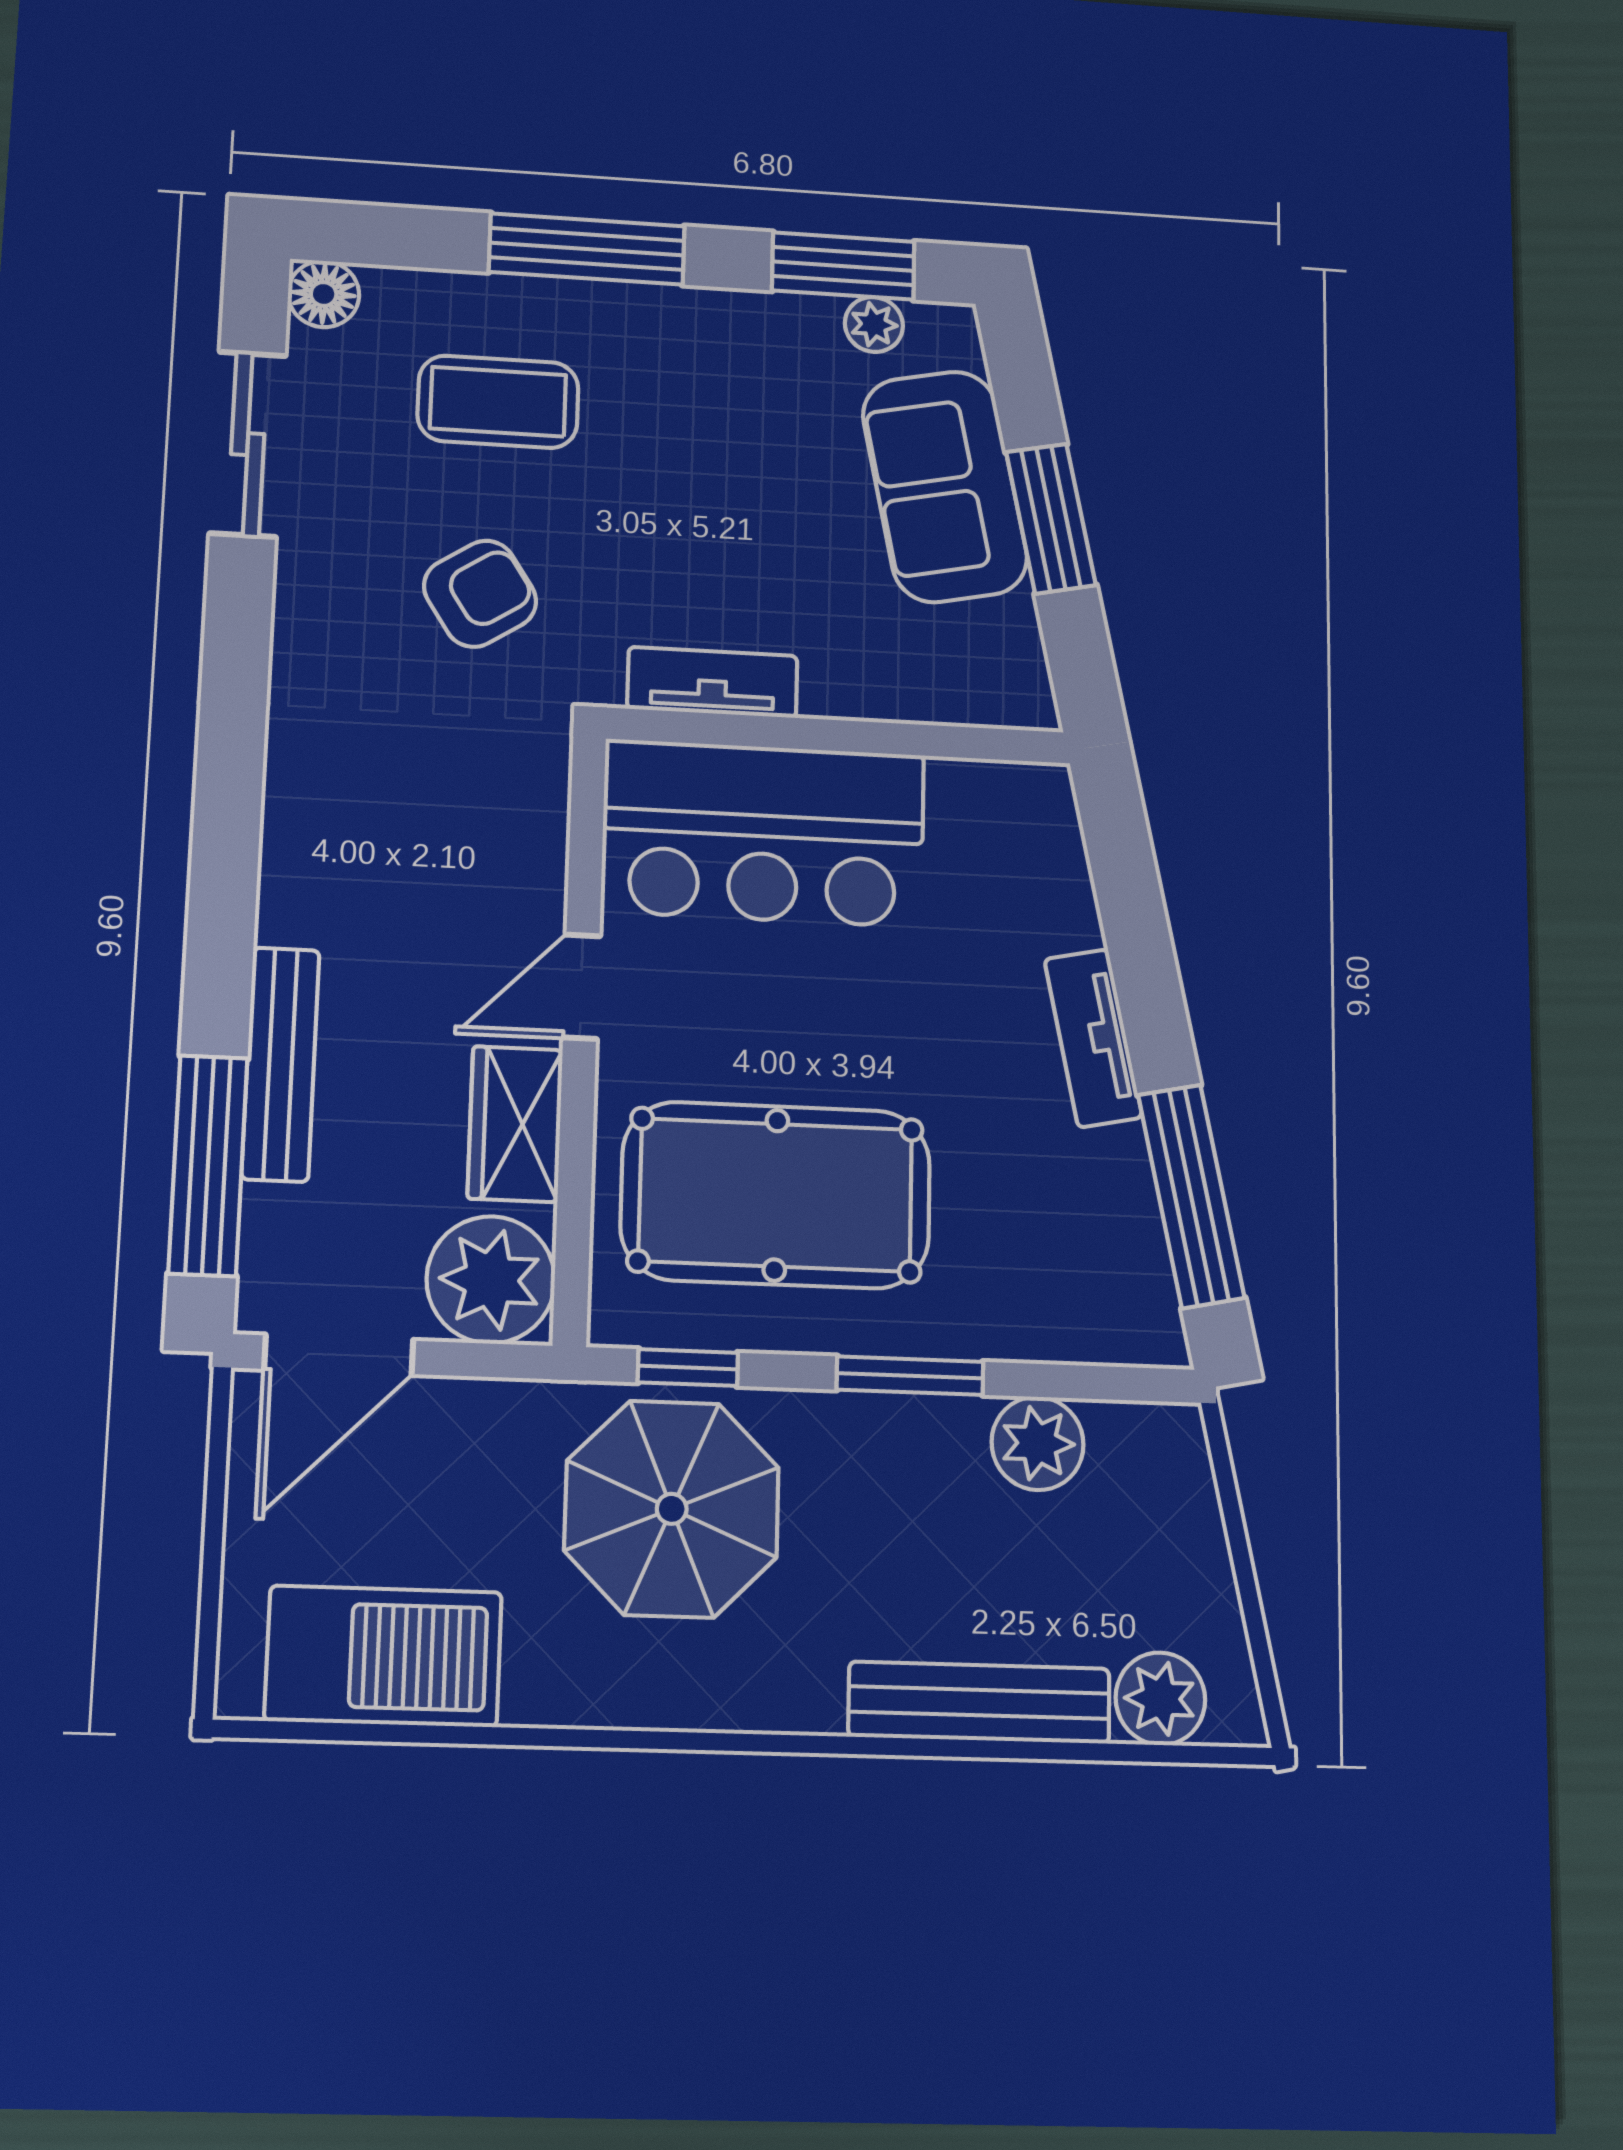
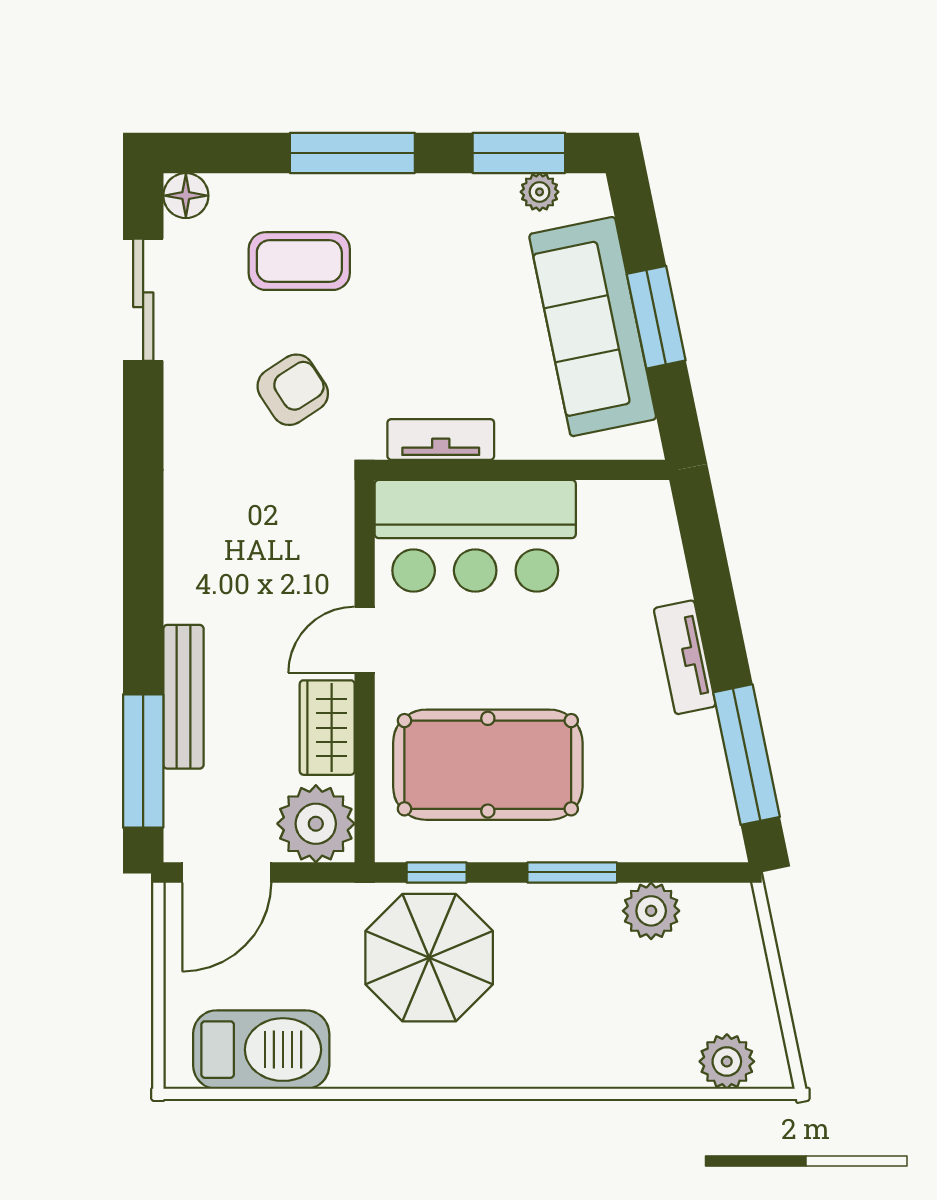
sofa: (945, 486) -> (593, 327), width x1.36
bench: (979, 1703) -> (617, 1067), removed

